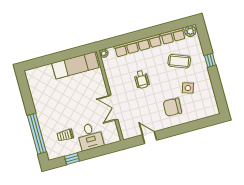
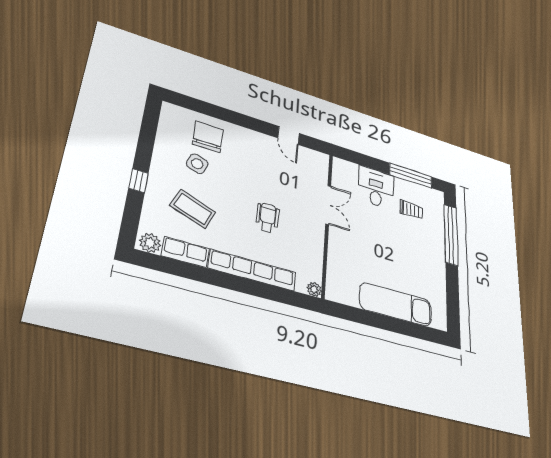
exam couch: (75, 65) -> (396, 304), moved
chair: (172, 107) -> (208, 137), moved, turned -92
window: (72, 159) -> (411, 176), width x2.17

